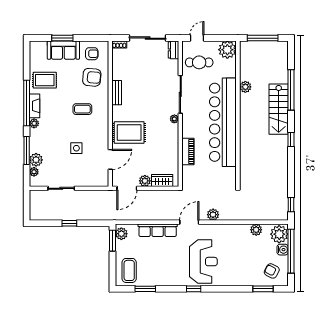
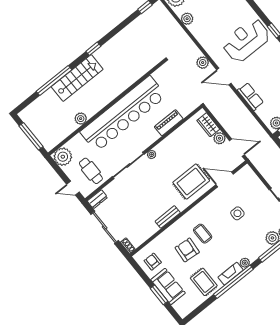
armchair: (92, 77) -> (187, 250), moved
rug: (129, 132) -> (191, 182), turned 90
row of seats: (158, 230) -> (250, 96), width x0.68

